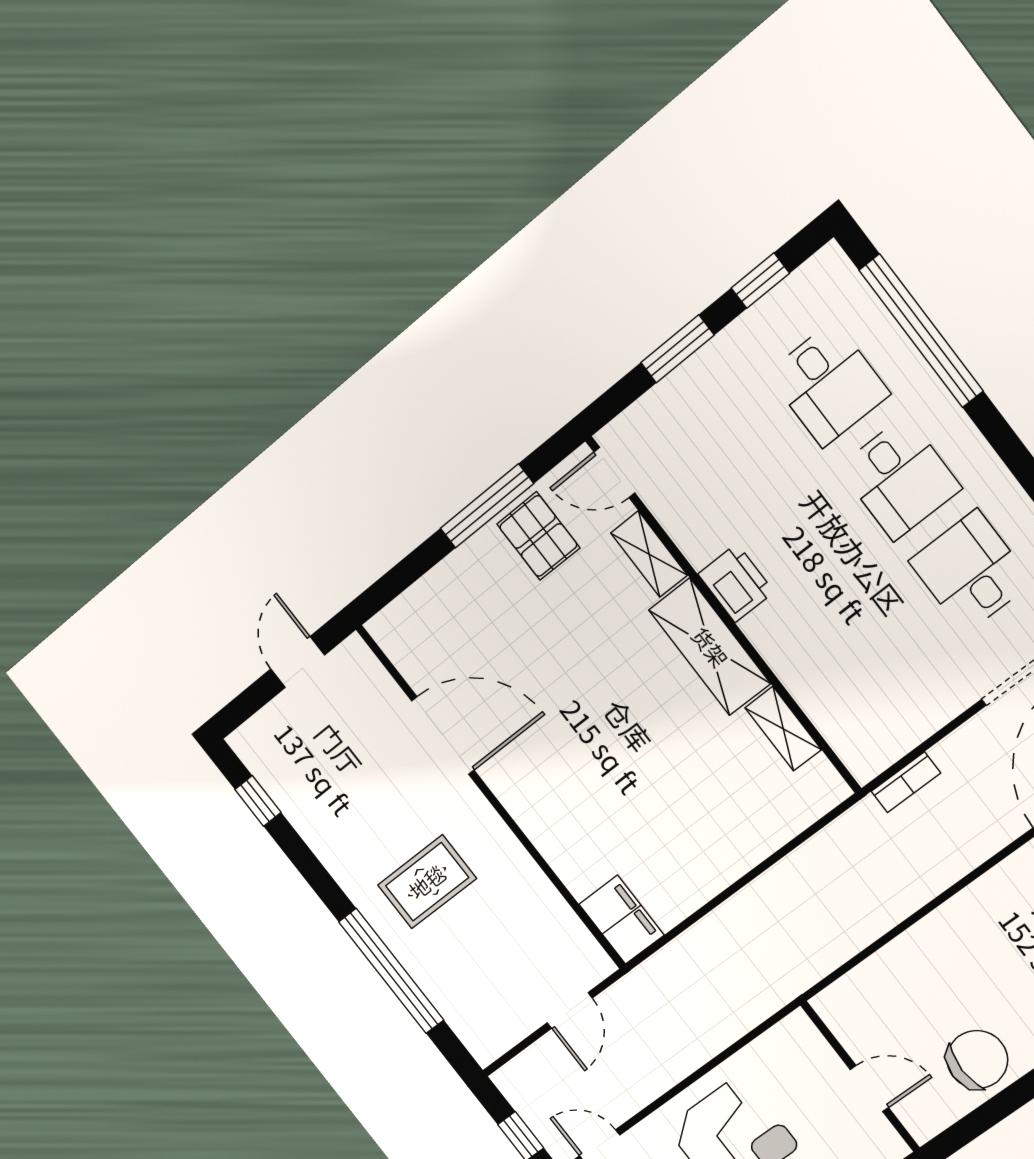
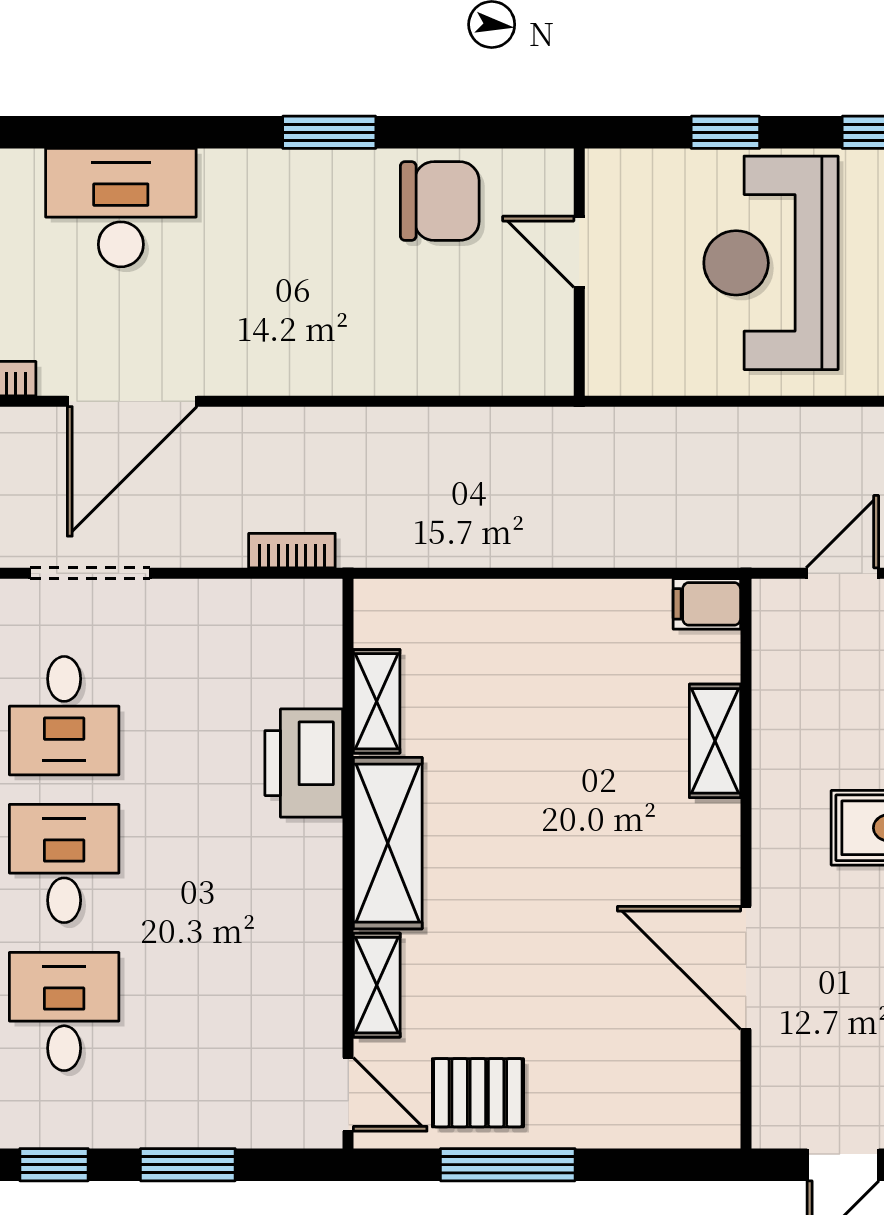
pallet: (538, 536) -> (478, 1093), turned 90
printer: (736, 583) -> (304, 763), moved, width x1.37, depth x1.19
shelving: (565, 857) -> (715, 741), added
filing cabinet: (622, 920) -> (707, 604), width x0.50
chair: (977, 1060) -> (440, 201), turned 180

